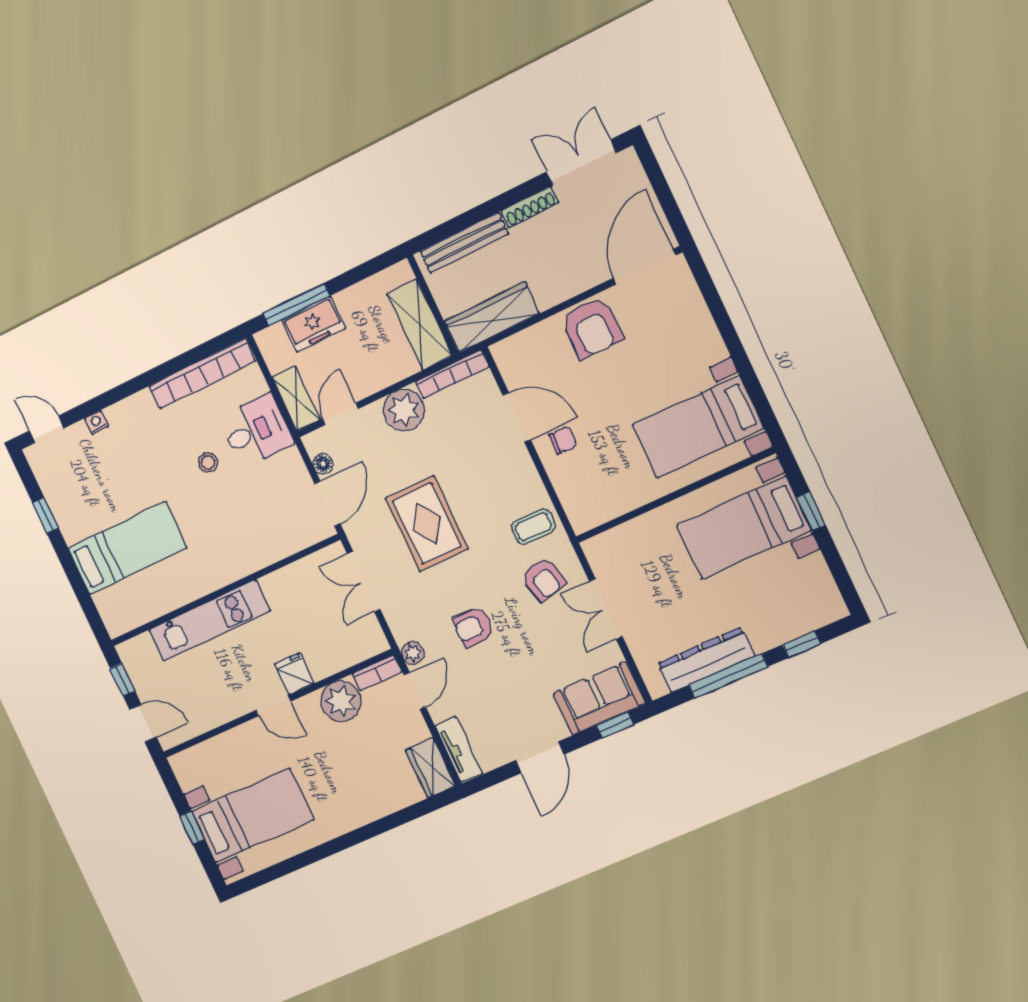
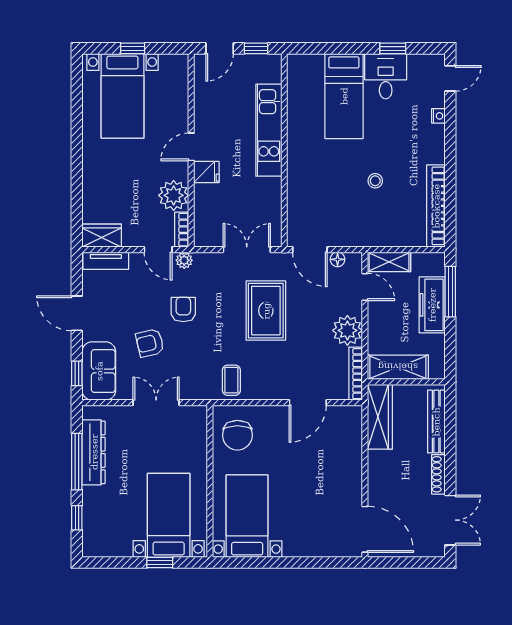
freezer: (313, 324) -> (432, 305), width x1.40
armchair: (592, 328) -> (342, 478), removed
desk: (256, 431) -> (386, 76), moved, turned 180
chair: (563, 440) -> (237, 435), moved, width x1.87, depth x1.87
rug: (427, 524) -> (266, 311), turned 90
armchair: (543, 580) -> (150, 343), moved

